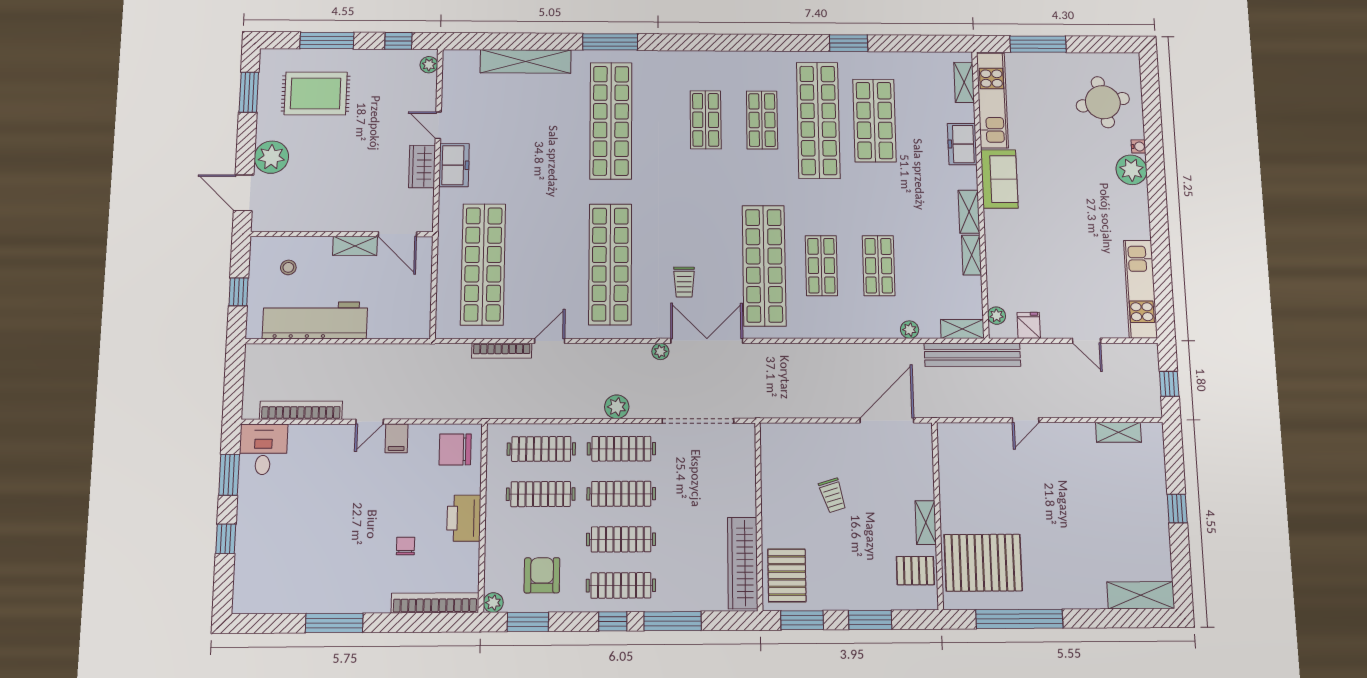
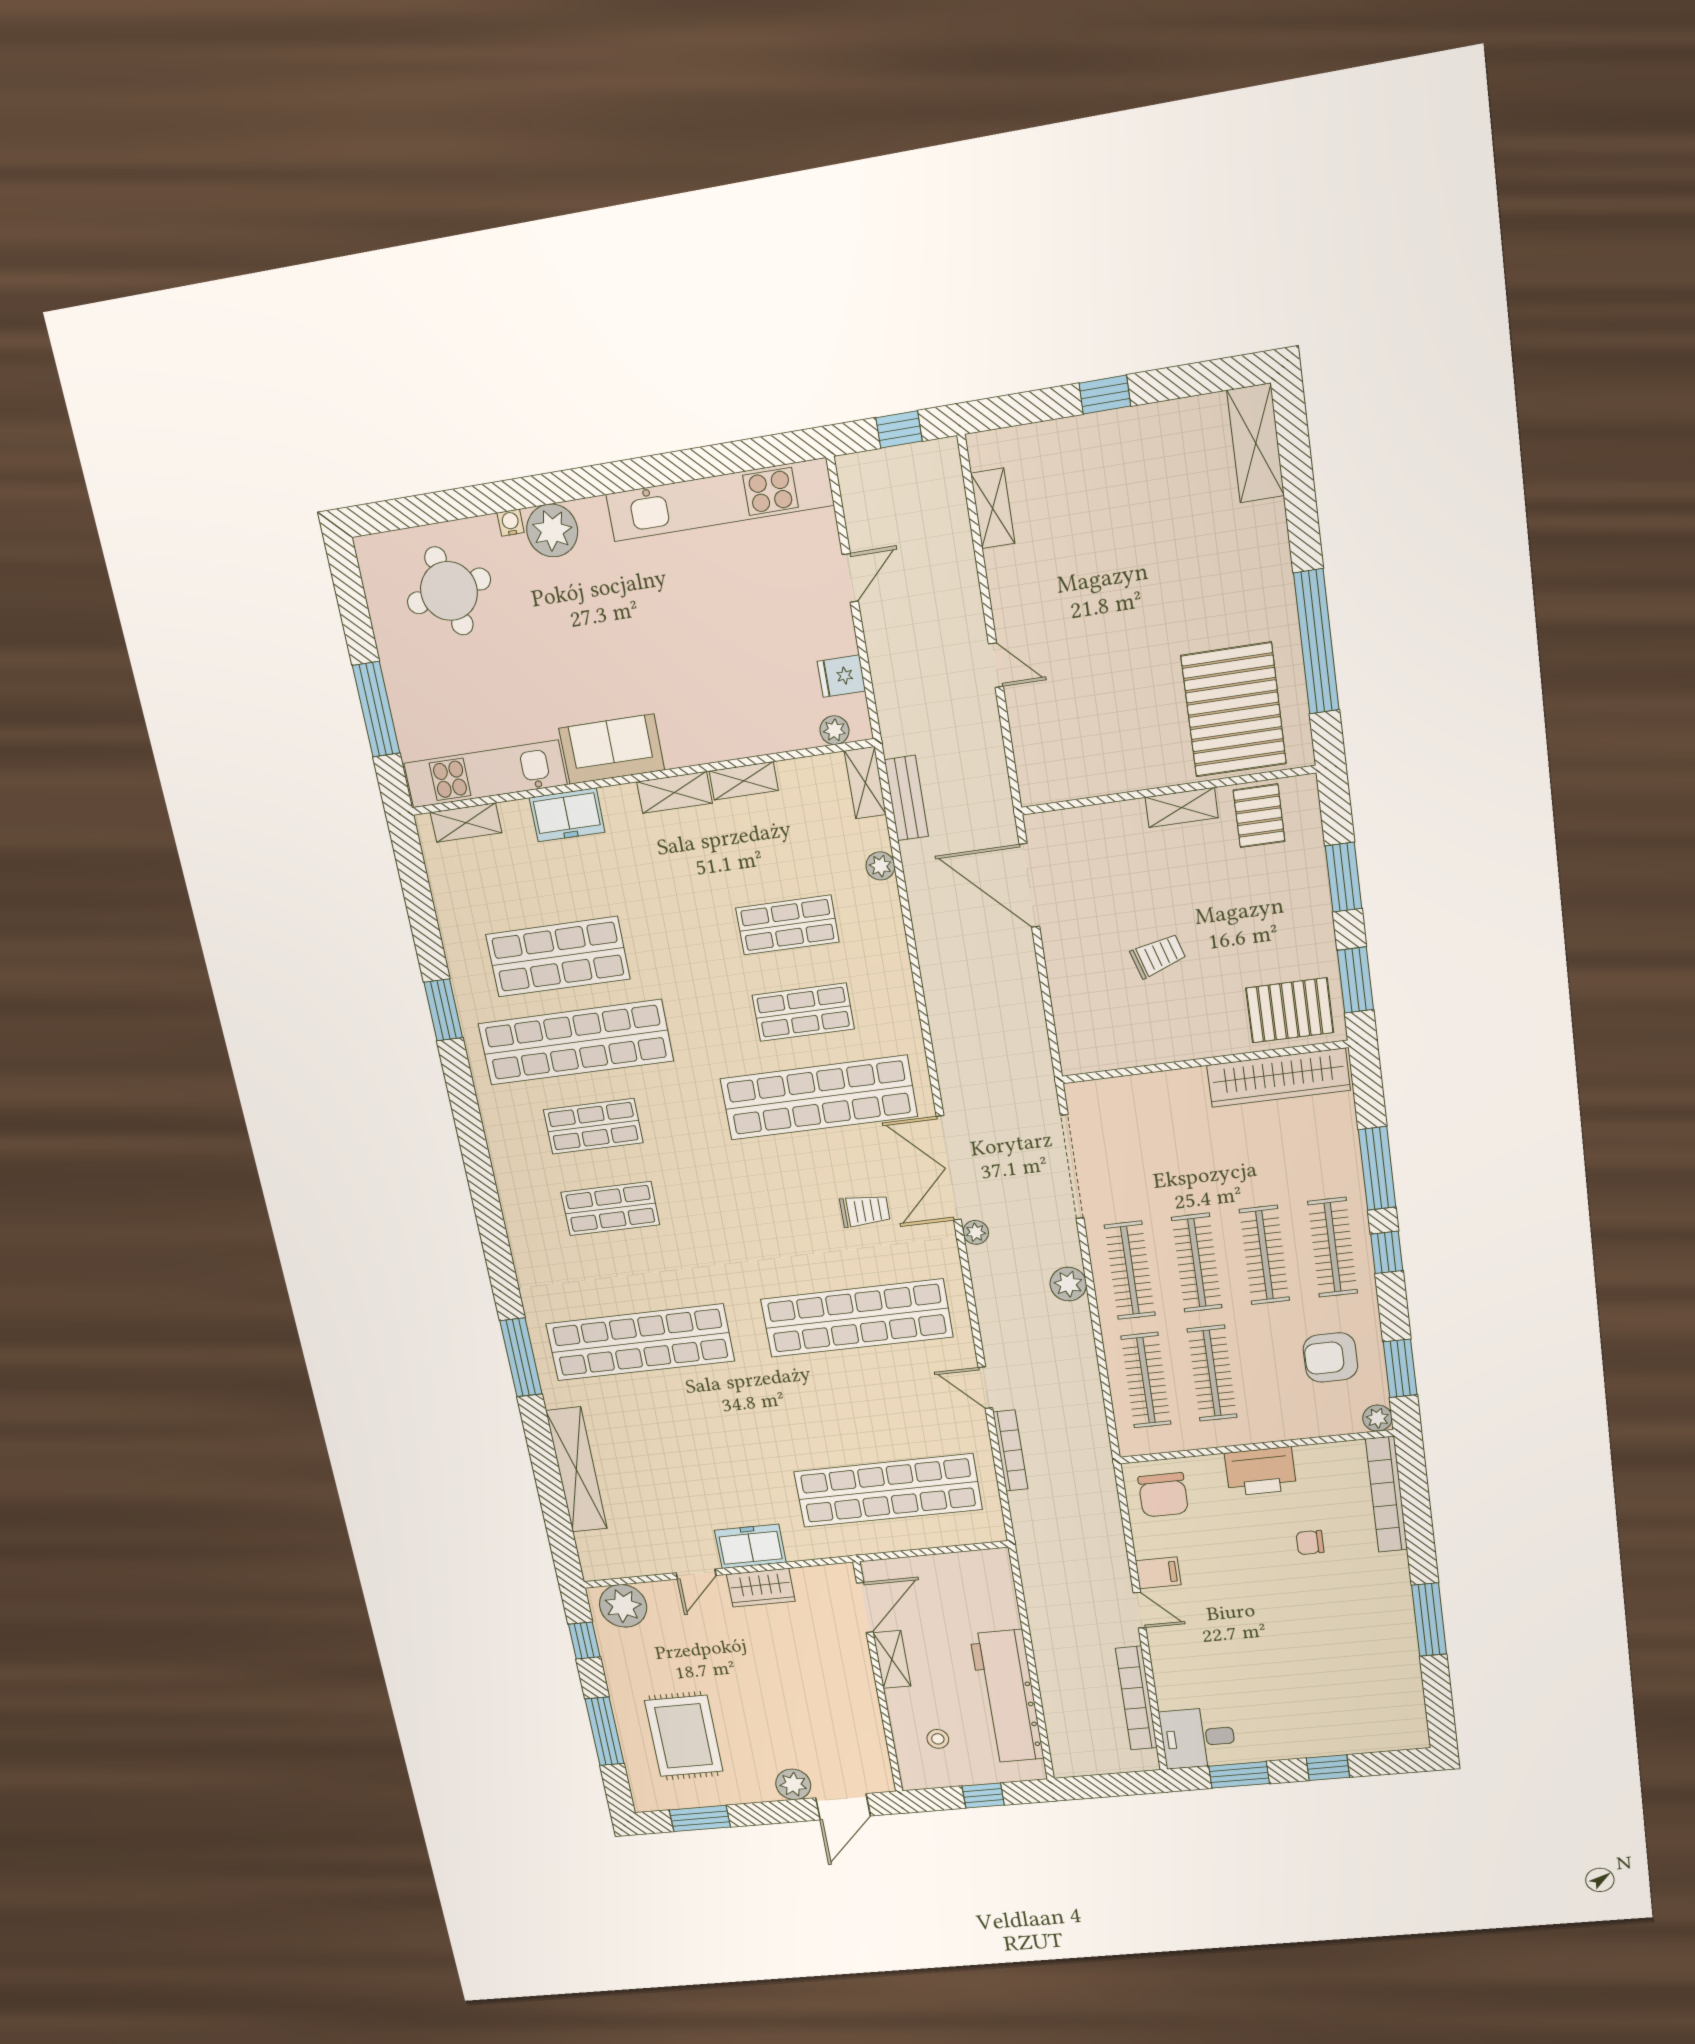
plant: (429, 65) -> (623, 1606), width x1.88, depth x1.88
plant: (271, 157) -> (793, 1784), width x0.73, depth x0.73
kitchen unit: (1140, 289) -> (720, 500), width x1.36
bench: (972, 355) -> (906, 798), width x0.54, depth x0.82

